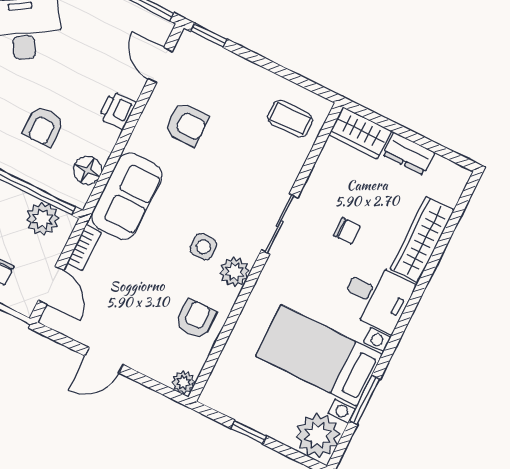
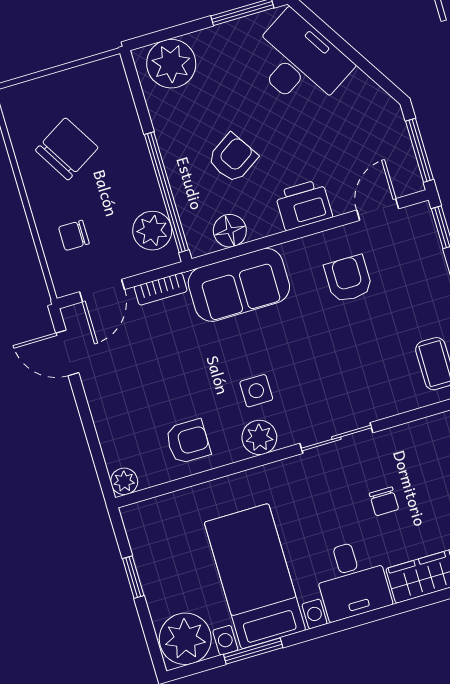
printer: (117, 110) -> (304, 205), width x1.36, depth x1.24
armchair: (187, 124) -> (348, 279), turned 180
armchair: (44, 126) -> (233, 158), turned 147
door: (104, 360) -> (67, 353), moved

